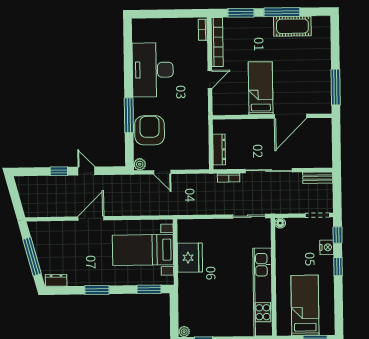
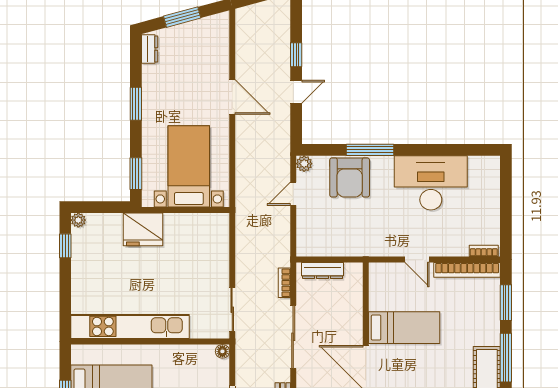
armchair: (150, 130) -> (350, 177), turned 90
window: (32, 256) -> (182, 17), width x0.69
fridge: (190, 258) -> (143, 229), moved

